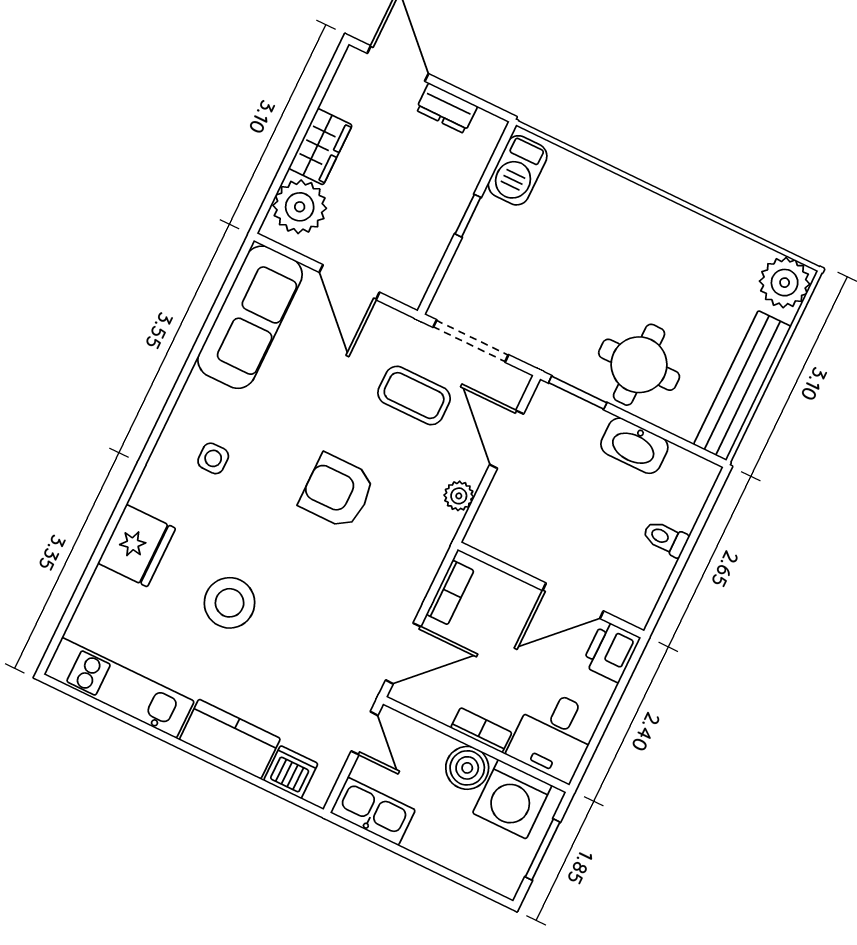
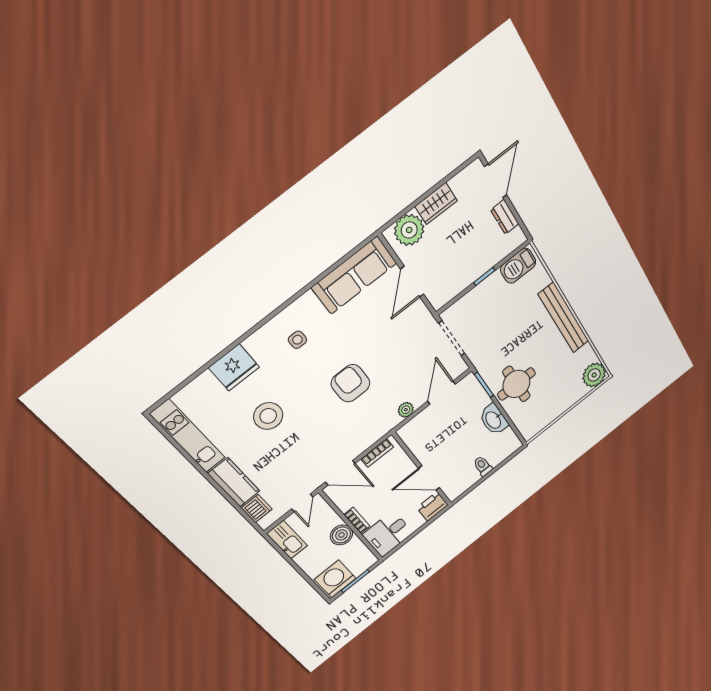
bench: (742, 386) -> (564, 318), moved, turned 90
coffee table: (414, 396) -> (412, 353), removed
washing machine: (512, 799) -> (335, 579), moved, turned 90

